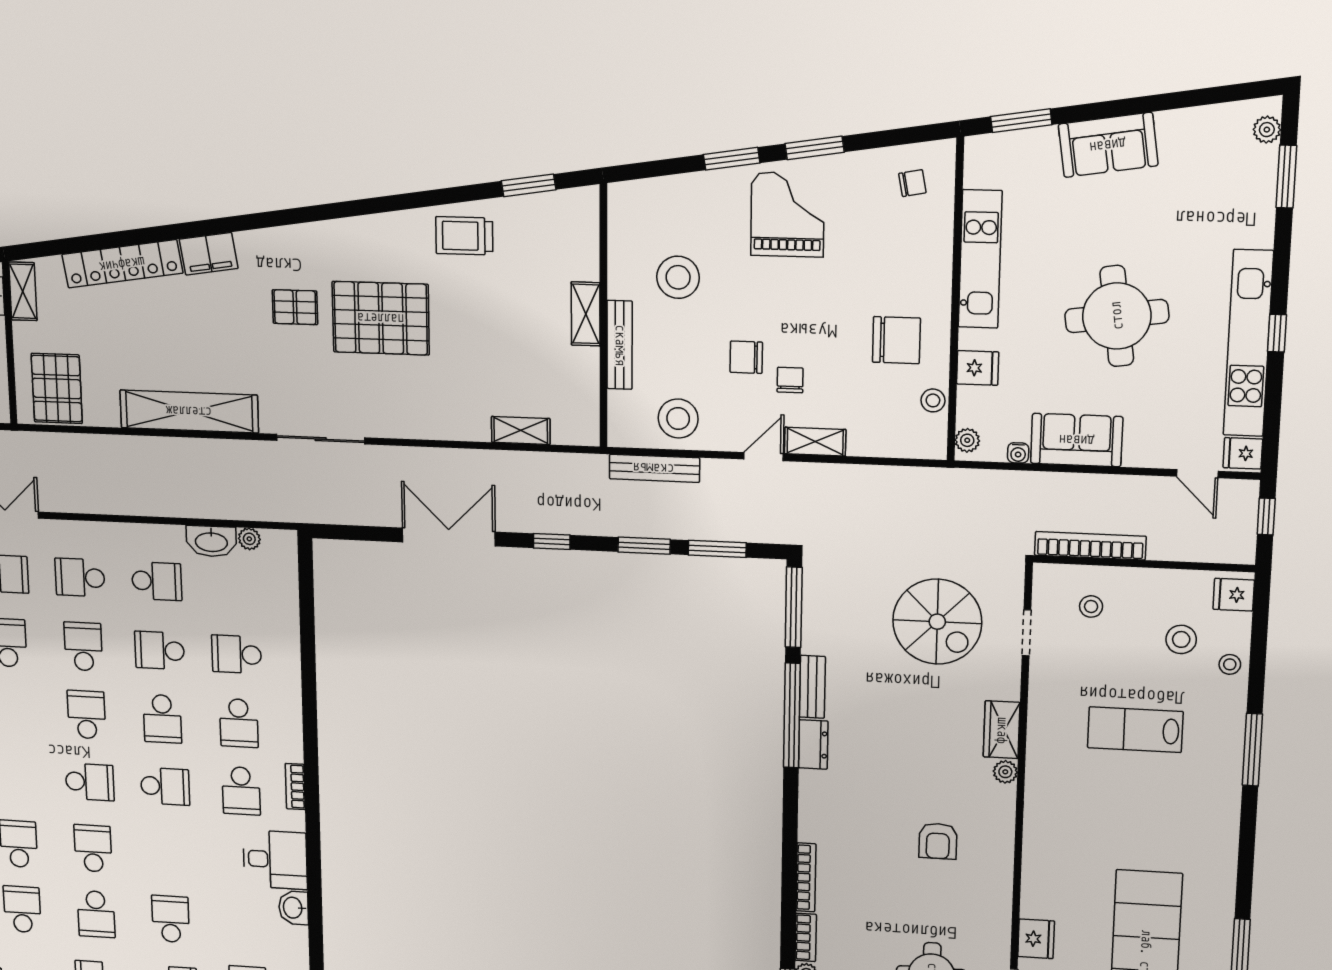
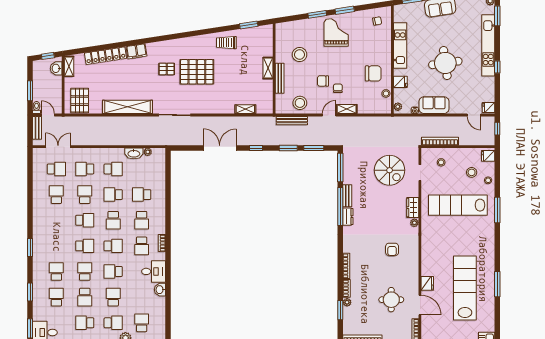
kitchen unit: (1248, 343) -> (488, 45), moved
school desk: (87, 715) -> (85, 220), turned 90
lab bench: (1135, 730) -> (458, 205), width x1.86, depth x1.39
school desk: (168, 853) -> (113, 272), added

